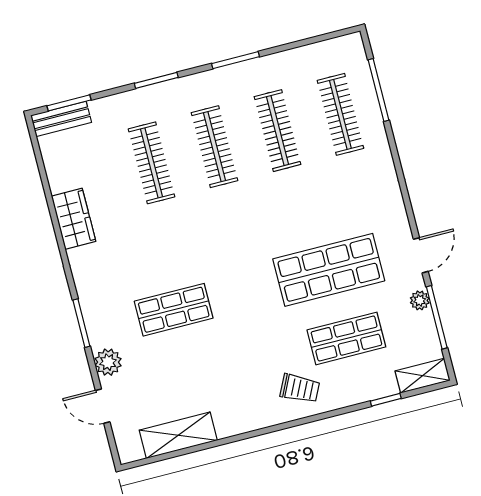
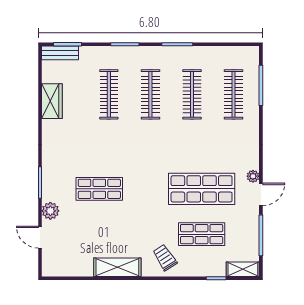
wardrobe: (74, 219) -> (52, 101), moved
plant: (420, 300) -> (253, 176), moved
trolley: (300, 388) -> (165, 258), turned -149
shelving: (178, 435) -> (117, 267), moved

